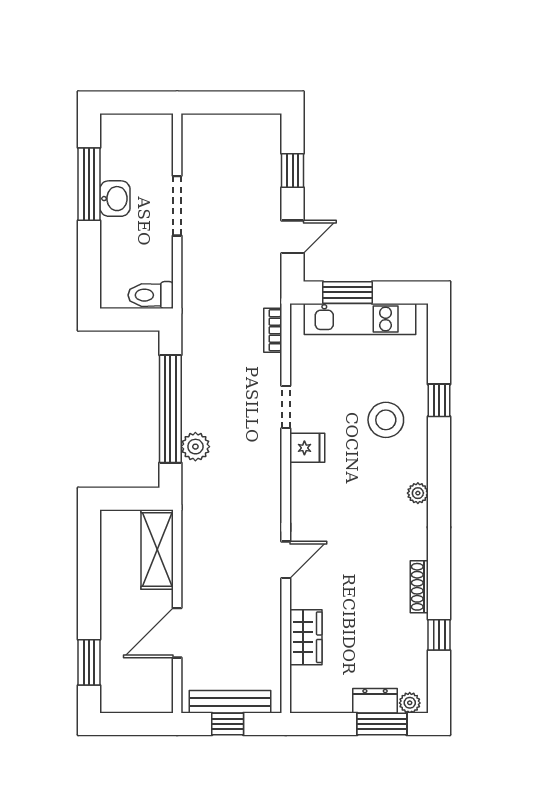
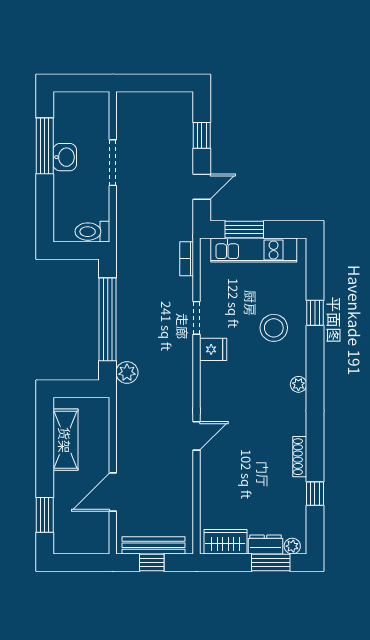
plant: (195, 447) -> (127, 372), moved
shelving: (157, 549) -> (65, 440), moved
wardrobe: (306, 637) -> (225, 542), moved, turned -90

